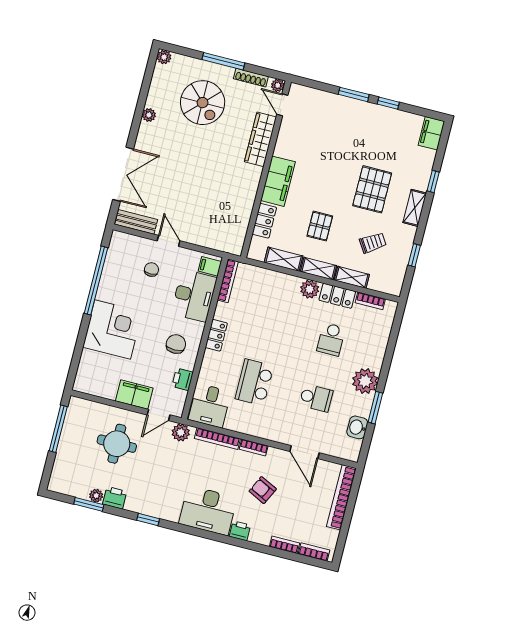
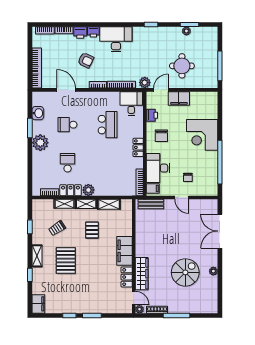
plant: (164, 57) -> (213, 309), removed
spiral stairs: (203, 103) -> (185, 272), moved, turned 90
locker: (264, 221) -> (127, 277), moved
bench: (136, 222) -> (151, 204), moved
printer: (115, 498) -> (80, 33), moved

